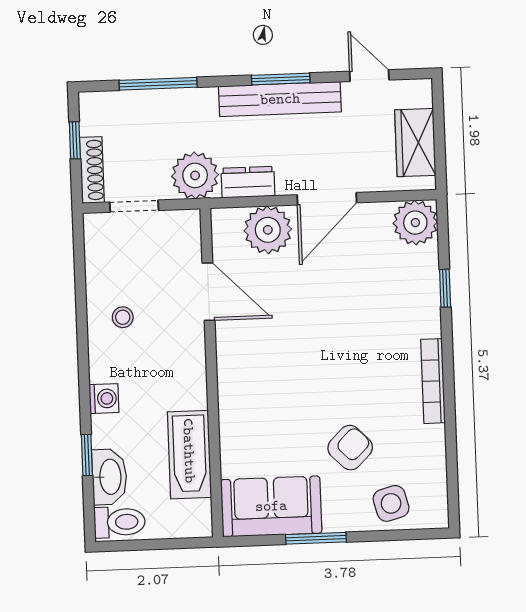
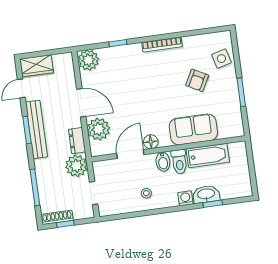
wardrobe: (415, 143) -> (37, 66), moved
shoe rack: (92, 170) -> (57, 217), moved
floor lamp: (230, 337) -> (151, 142), added
bidet: (186, 359) -> (163, 162), added
armchair: (350, 448) -> (197, 80), turned -107
washbasin: (109, 477) -> (206, 194), moved
sofa: (271, 506) -> (193, 129), moved, turned 90
toilet: (120, 522) -> (179, 162), moved, turned 180

